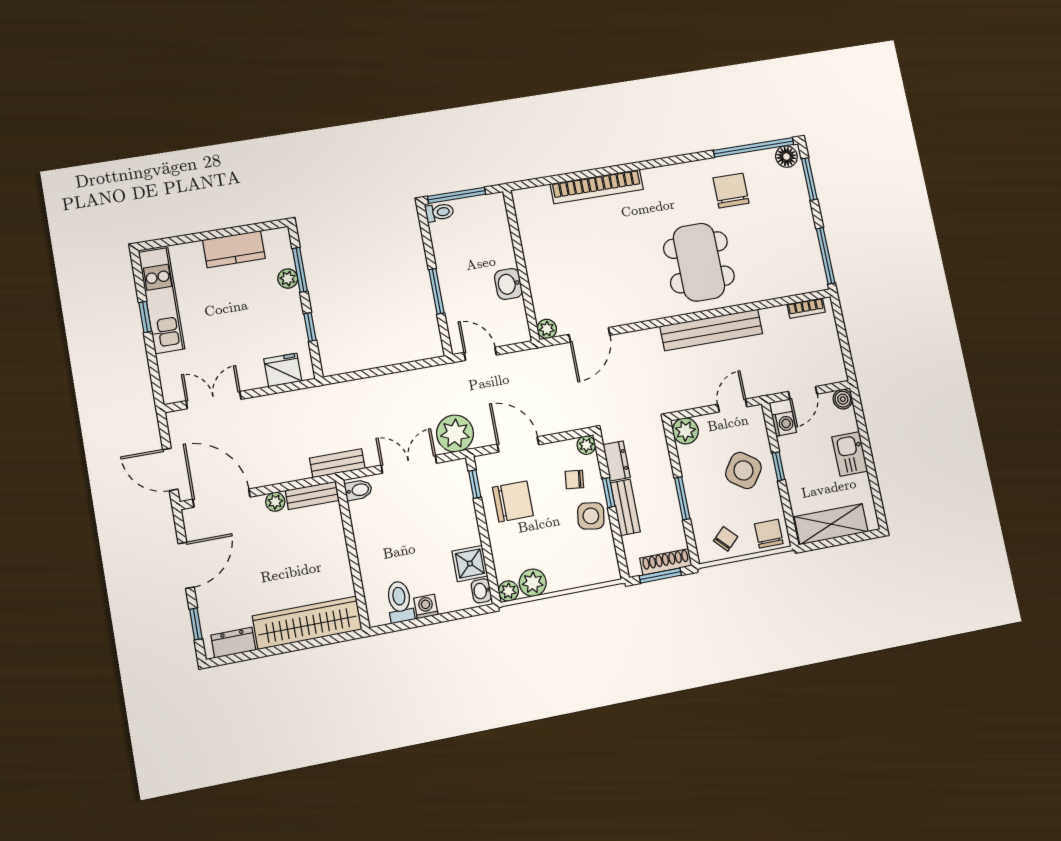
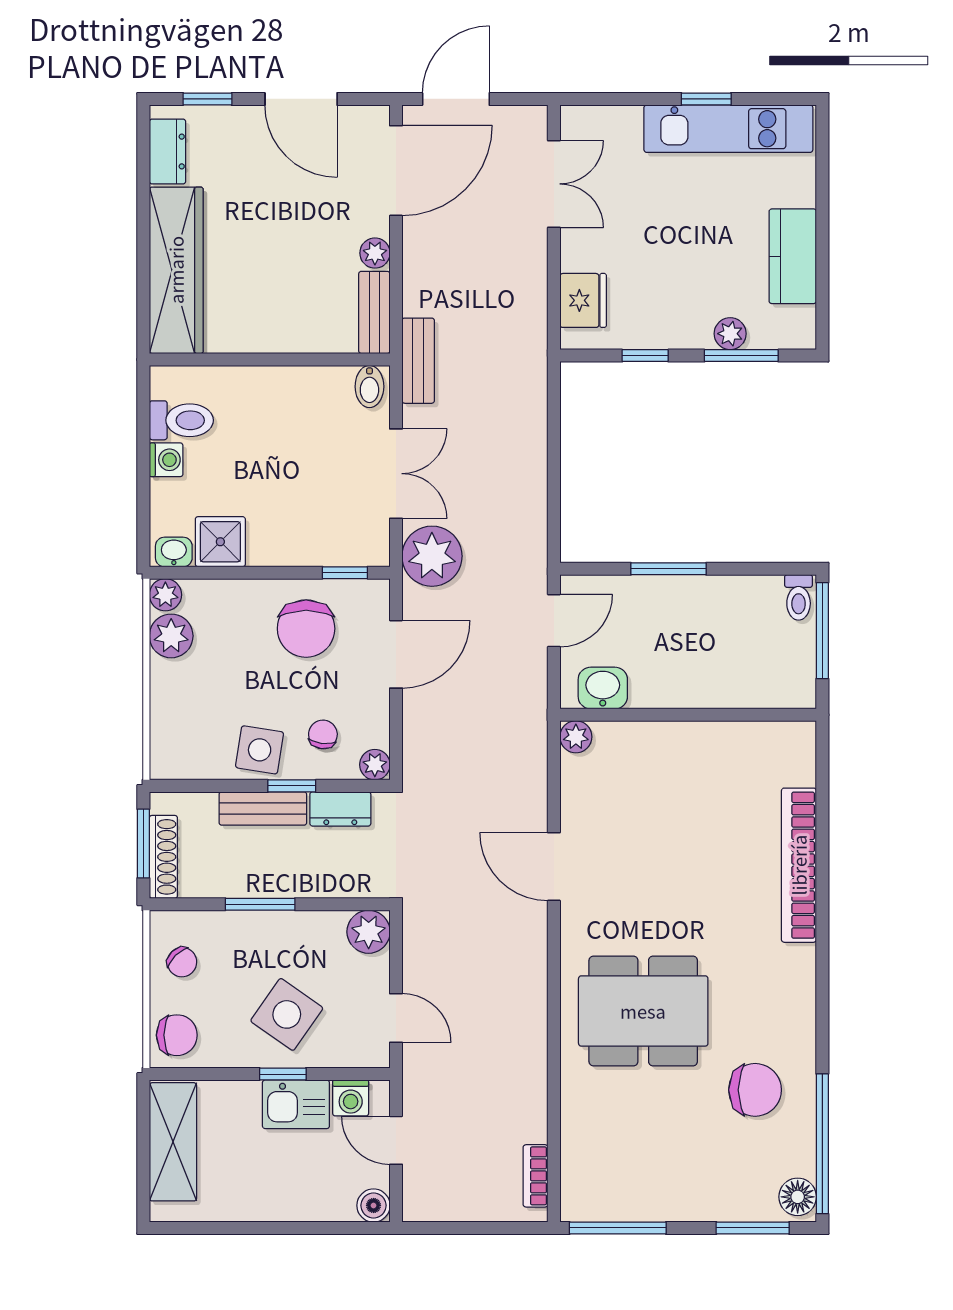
washbasin: (508, 284) -> (603, 688), moved
bench: (711, 330) -> (527, 1009), removed
door: (589, 335) -> (554, 867), moved
kitchen sink: (850, 454) -> (296, 1104), moved, turned 180

